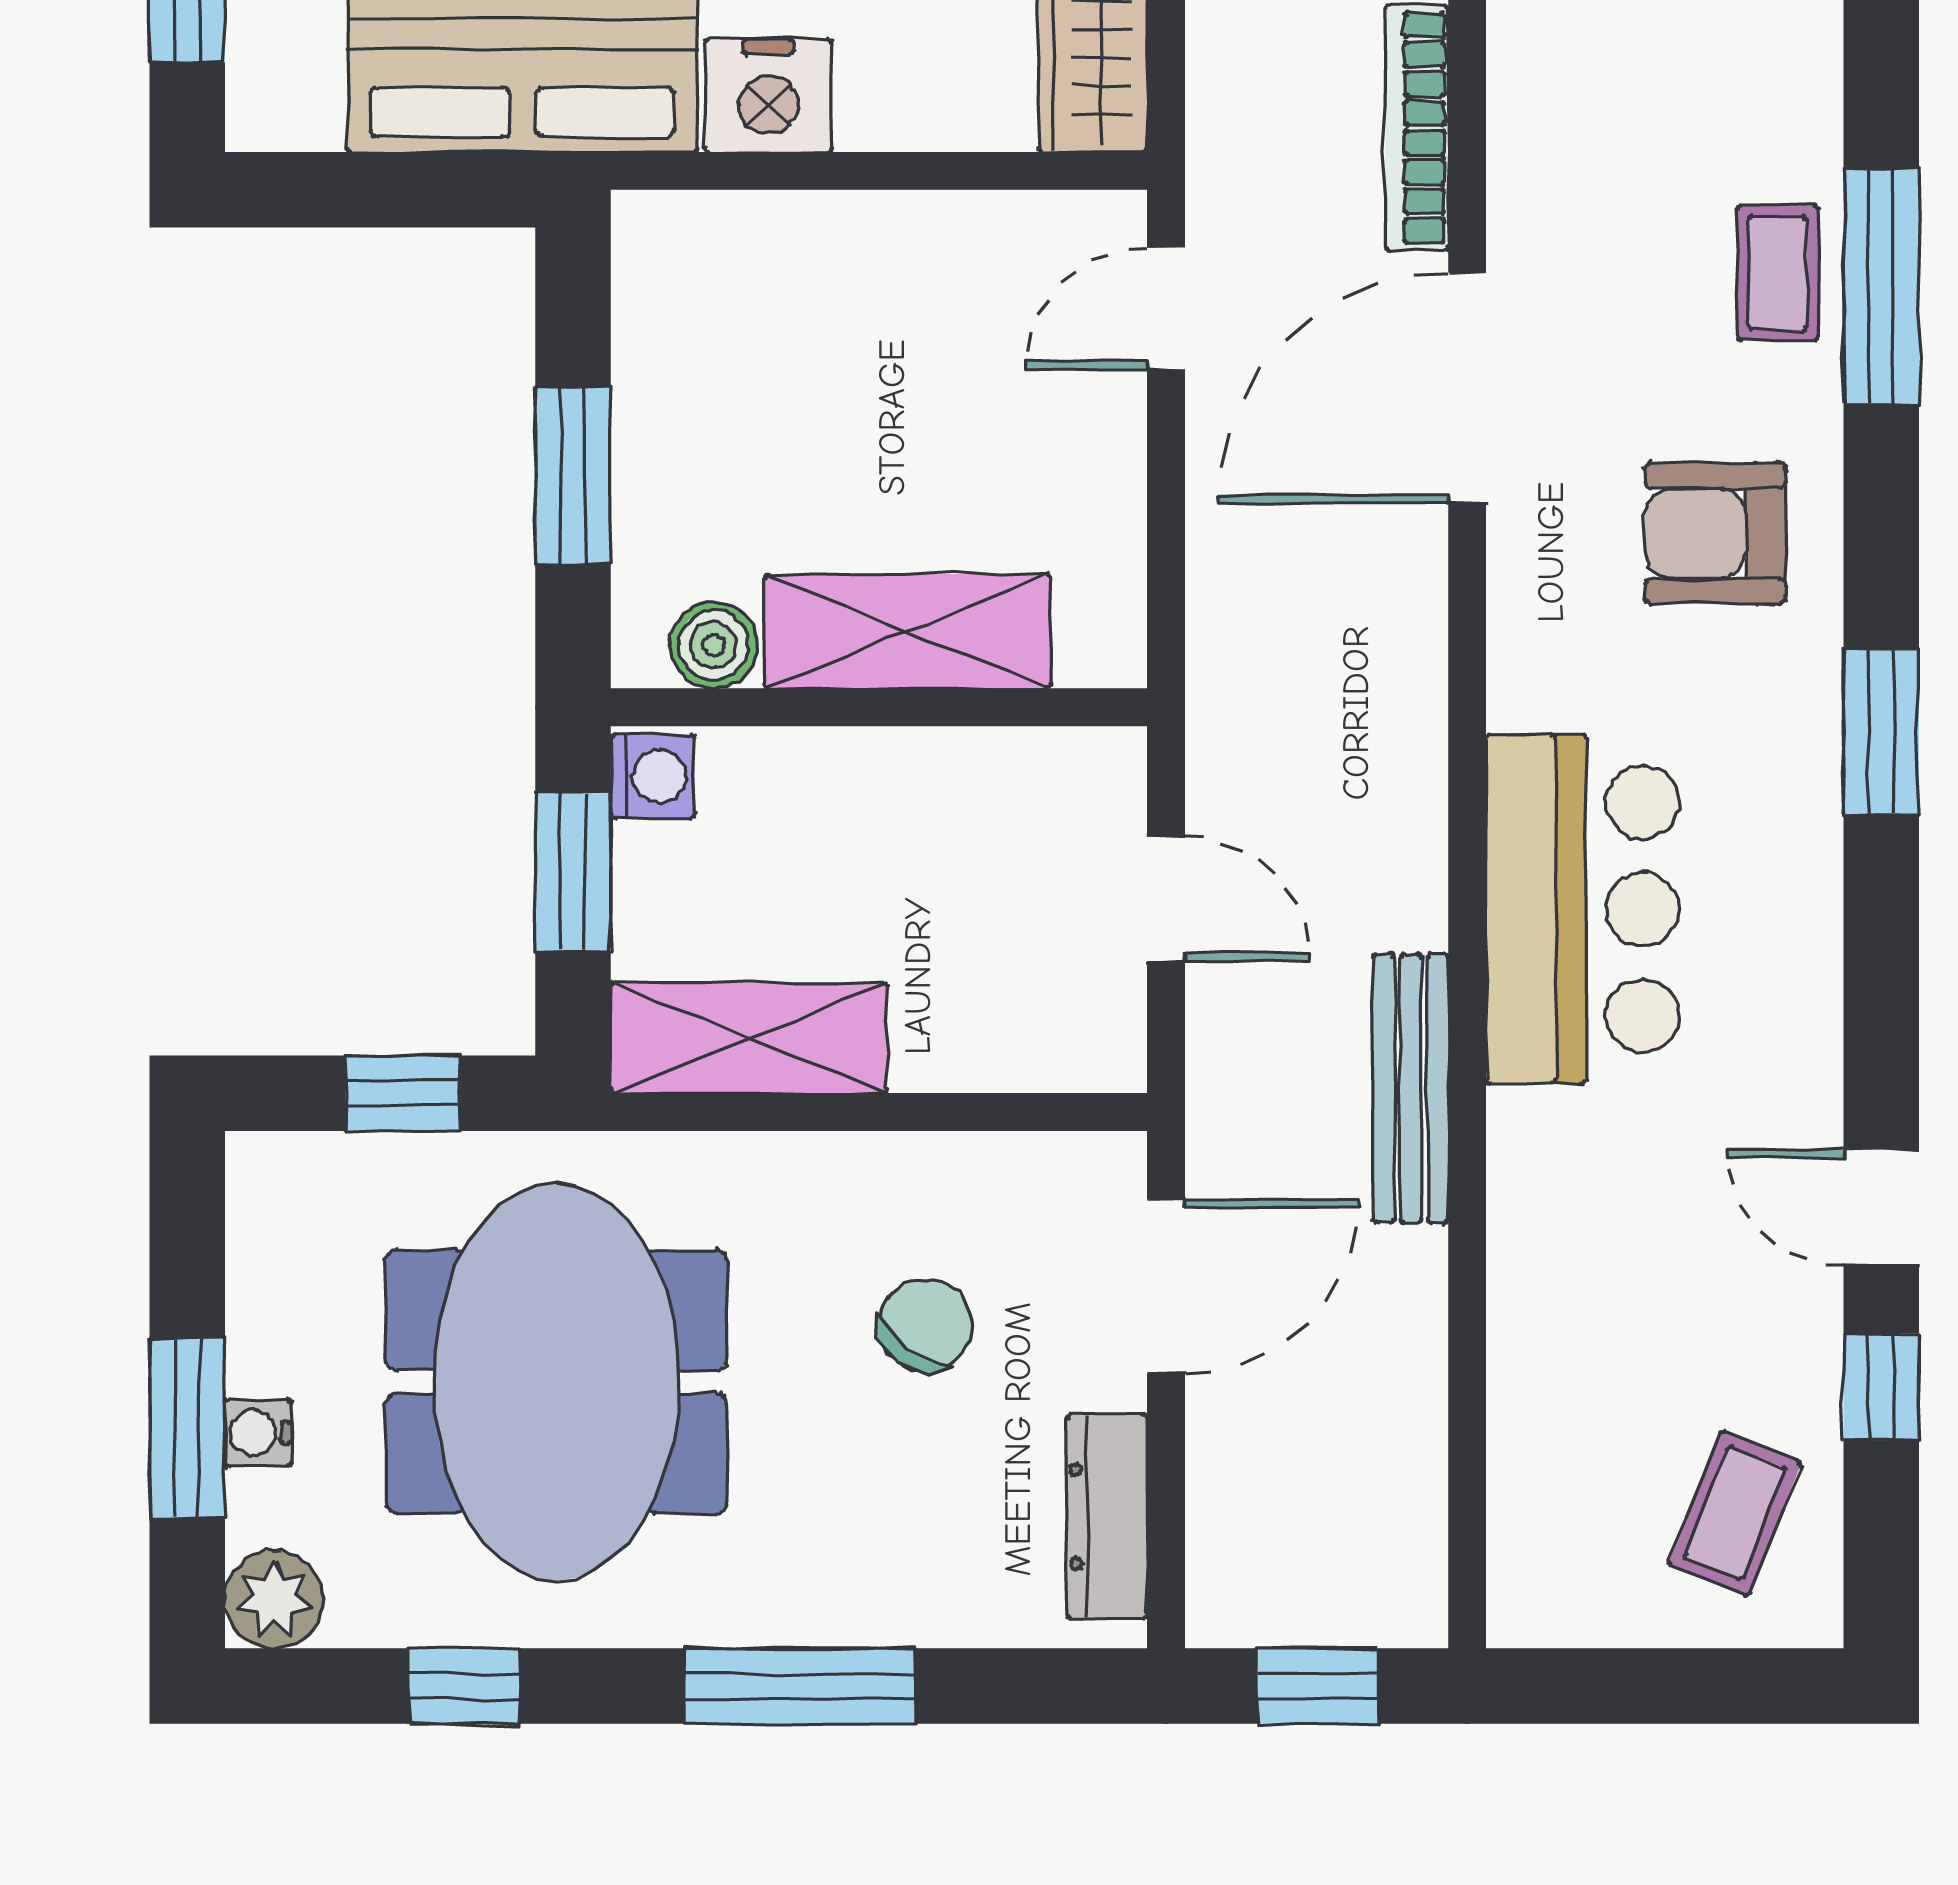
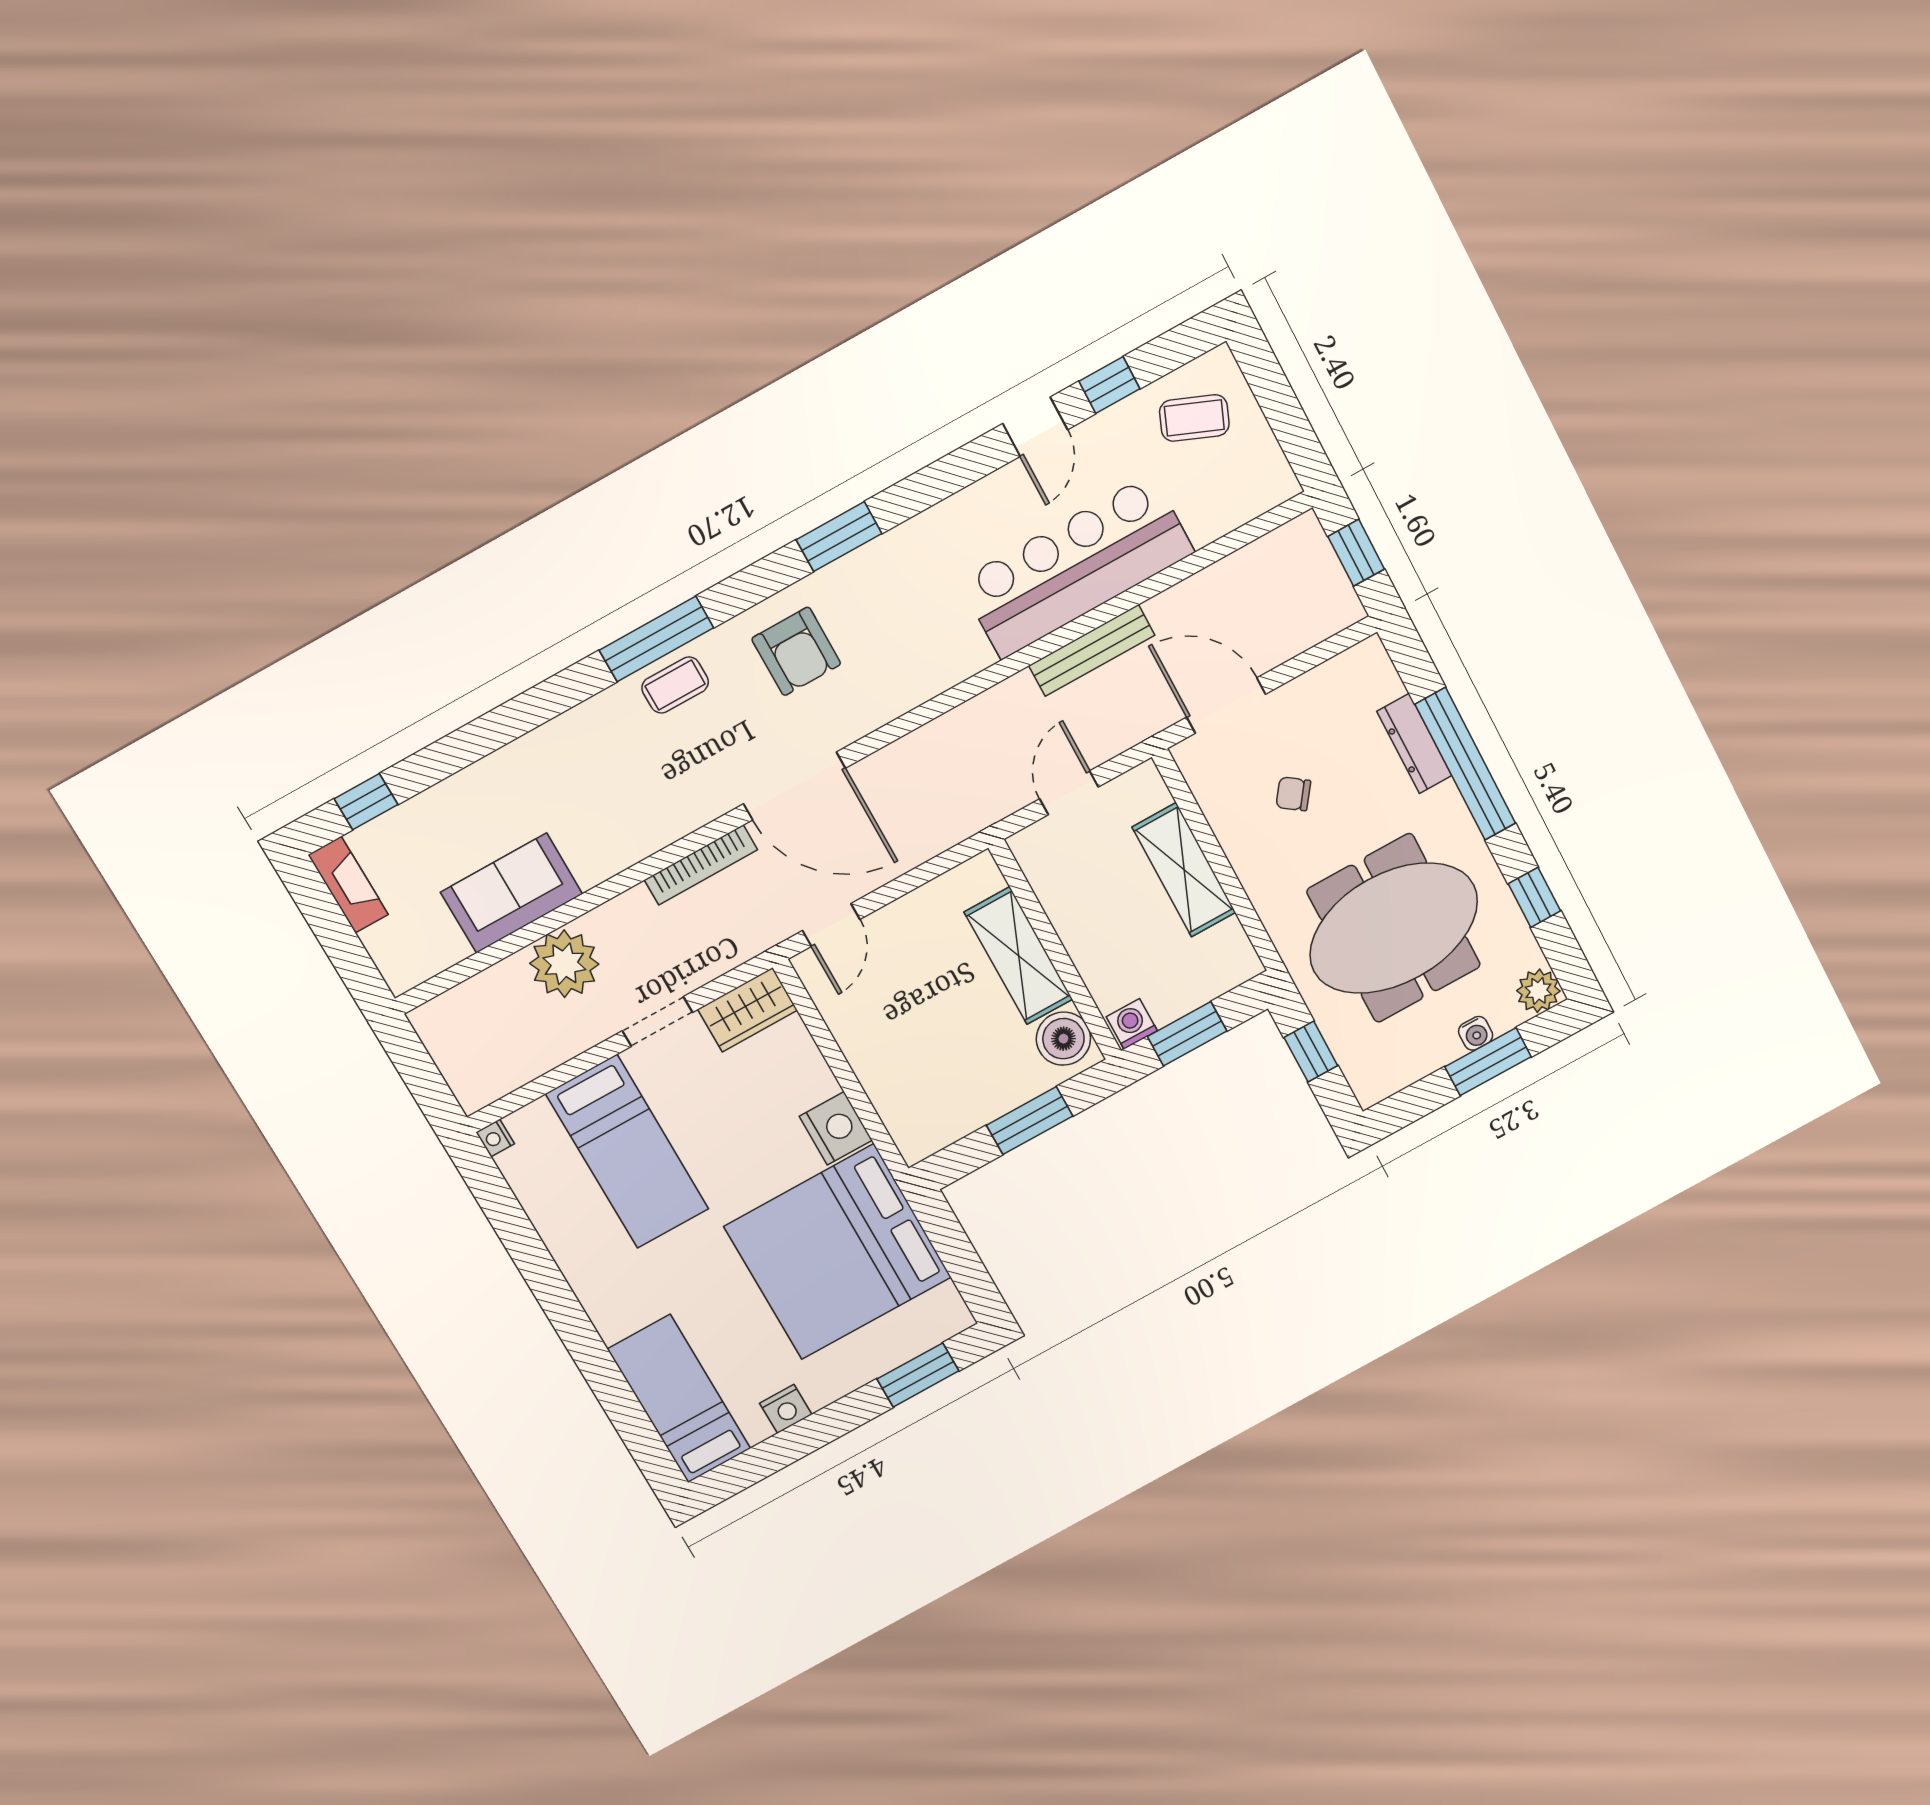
door: (1166, 308) -> (831, 925), hinge flipped
boiler: (713, 645) -> (1063, 1039), width x1.36, depth x1.36
bar counter: (1583, 909) -> (1077, 566), moved, width x1.36
shelving: (749, 1038) -> (1184, 870), moved
chair: (926, 1325) -> (1293, 794), width x0.73, depth x0.73
dresser: (1107, 1516) -> (1414, 743), moved, turned 90
window: (800, 1686) -> (1465, 764), width x1.46

